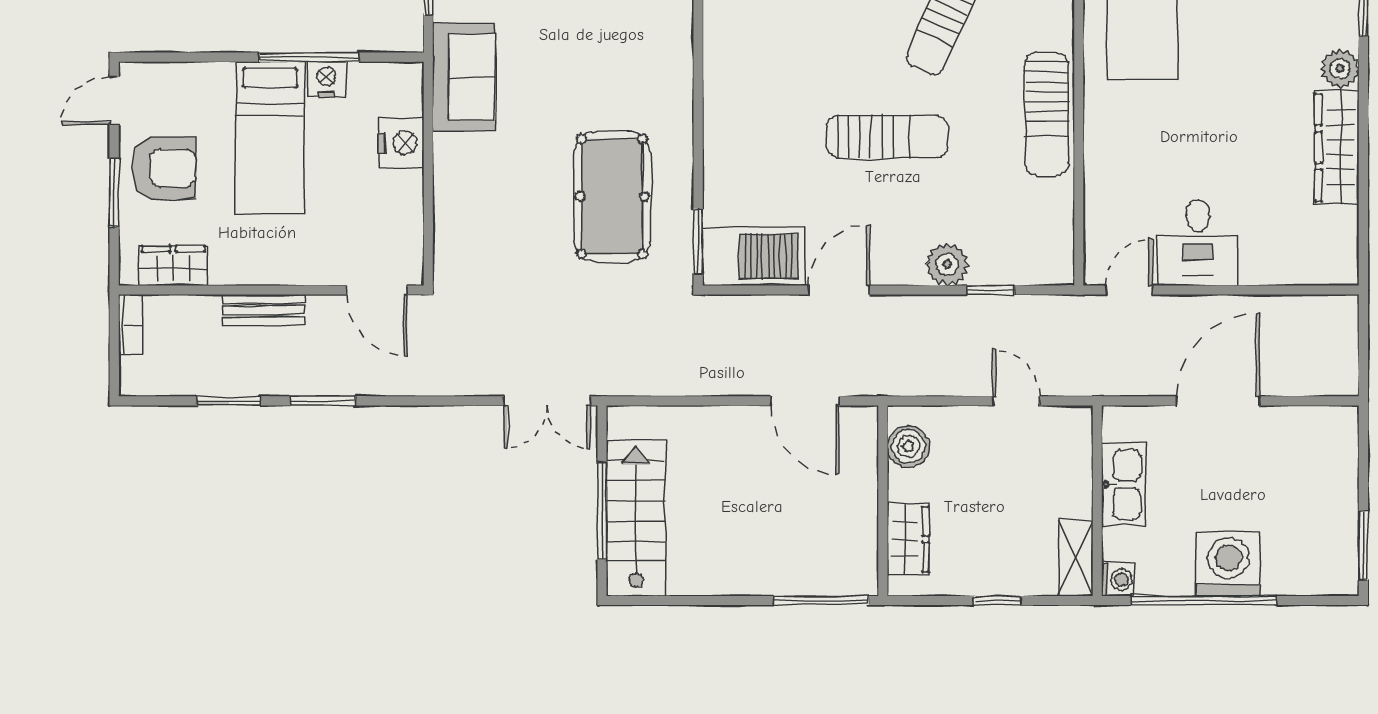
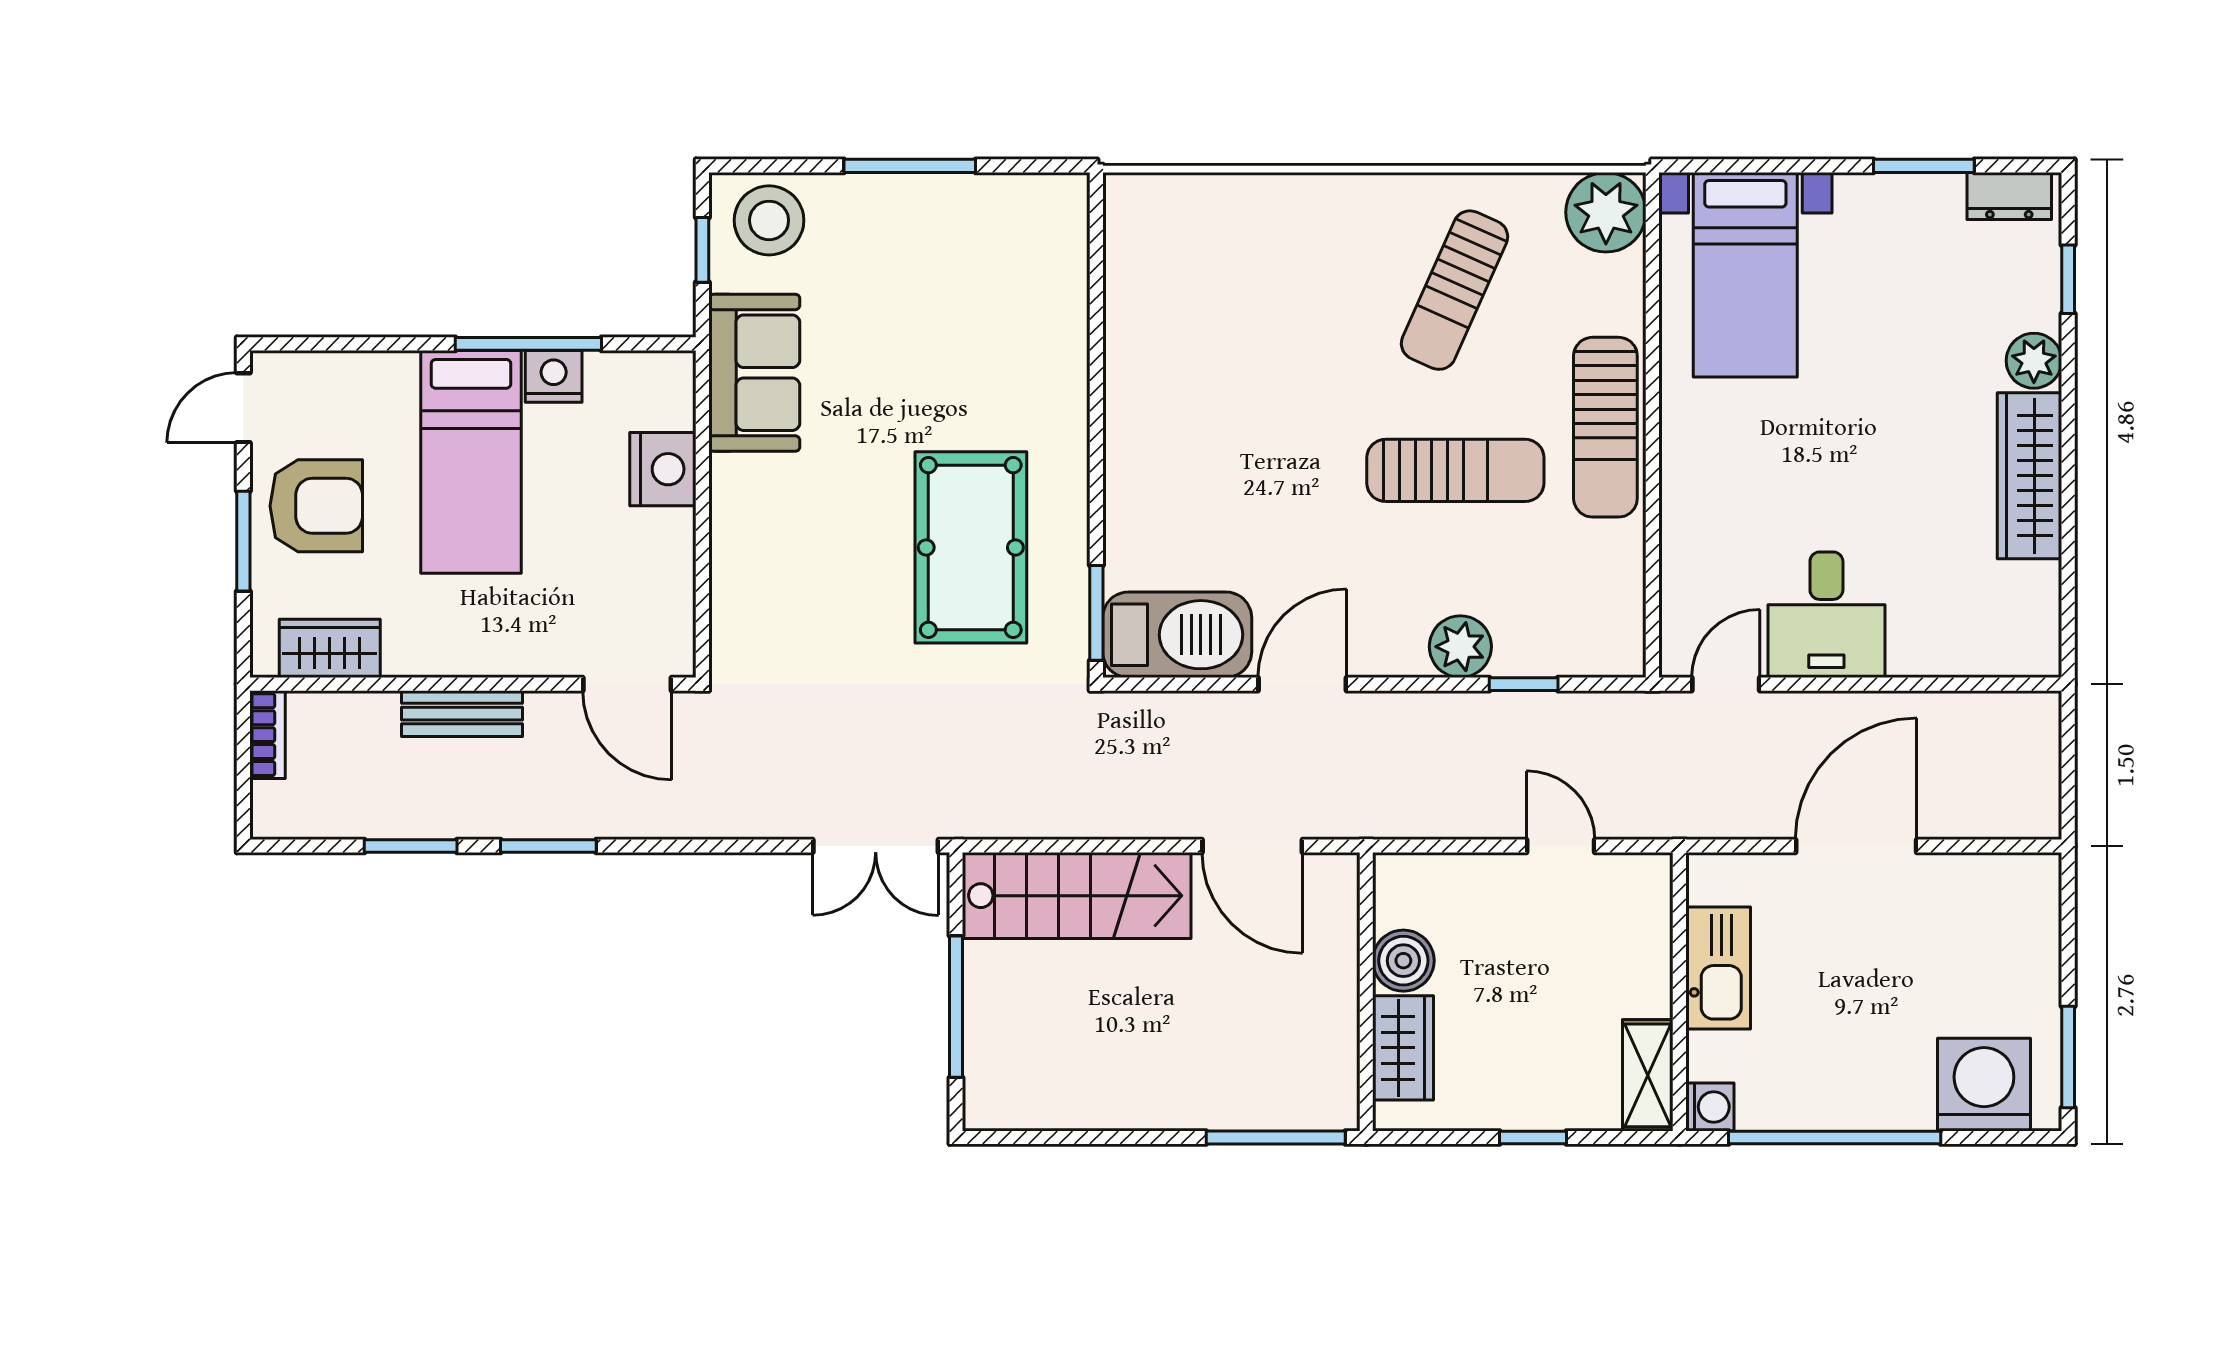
sun lounger: (887, 137) -> (1455, 470), moved
boiler: (908, 446) -> (1403, 961), moved
stairs: (636, 518) -> (1077, 896), moved, turned 90
washing machine: (1228, 564) -> (1984, 1085), moved

